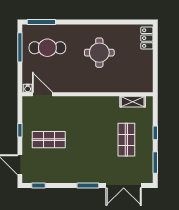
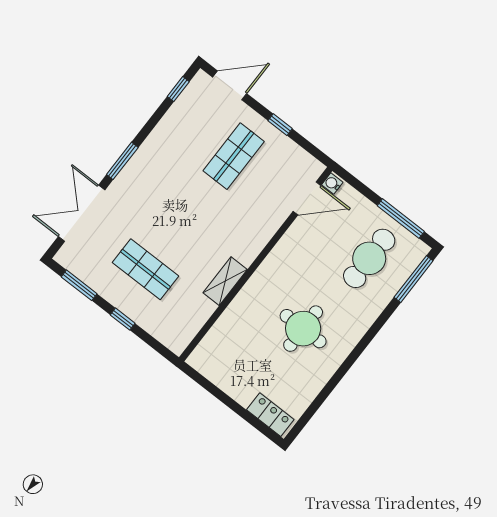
shelving: (133, 102) -> (225, 281), moved

